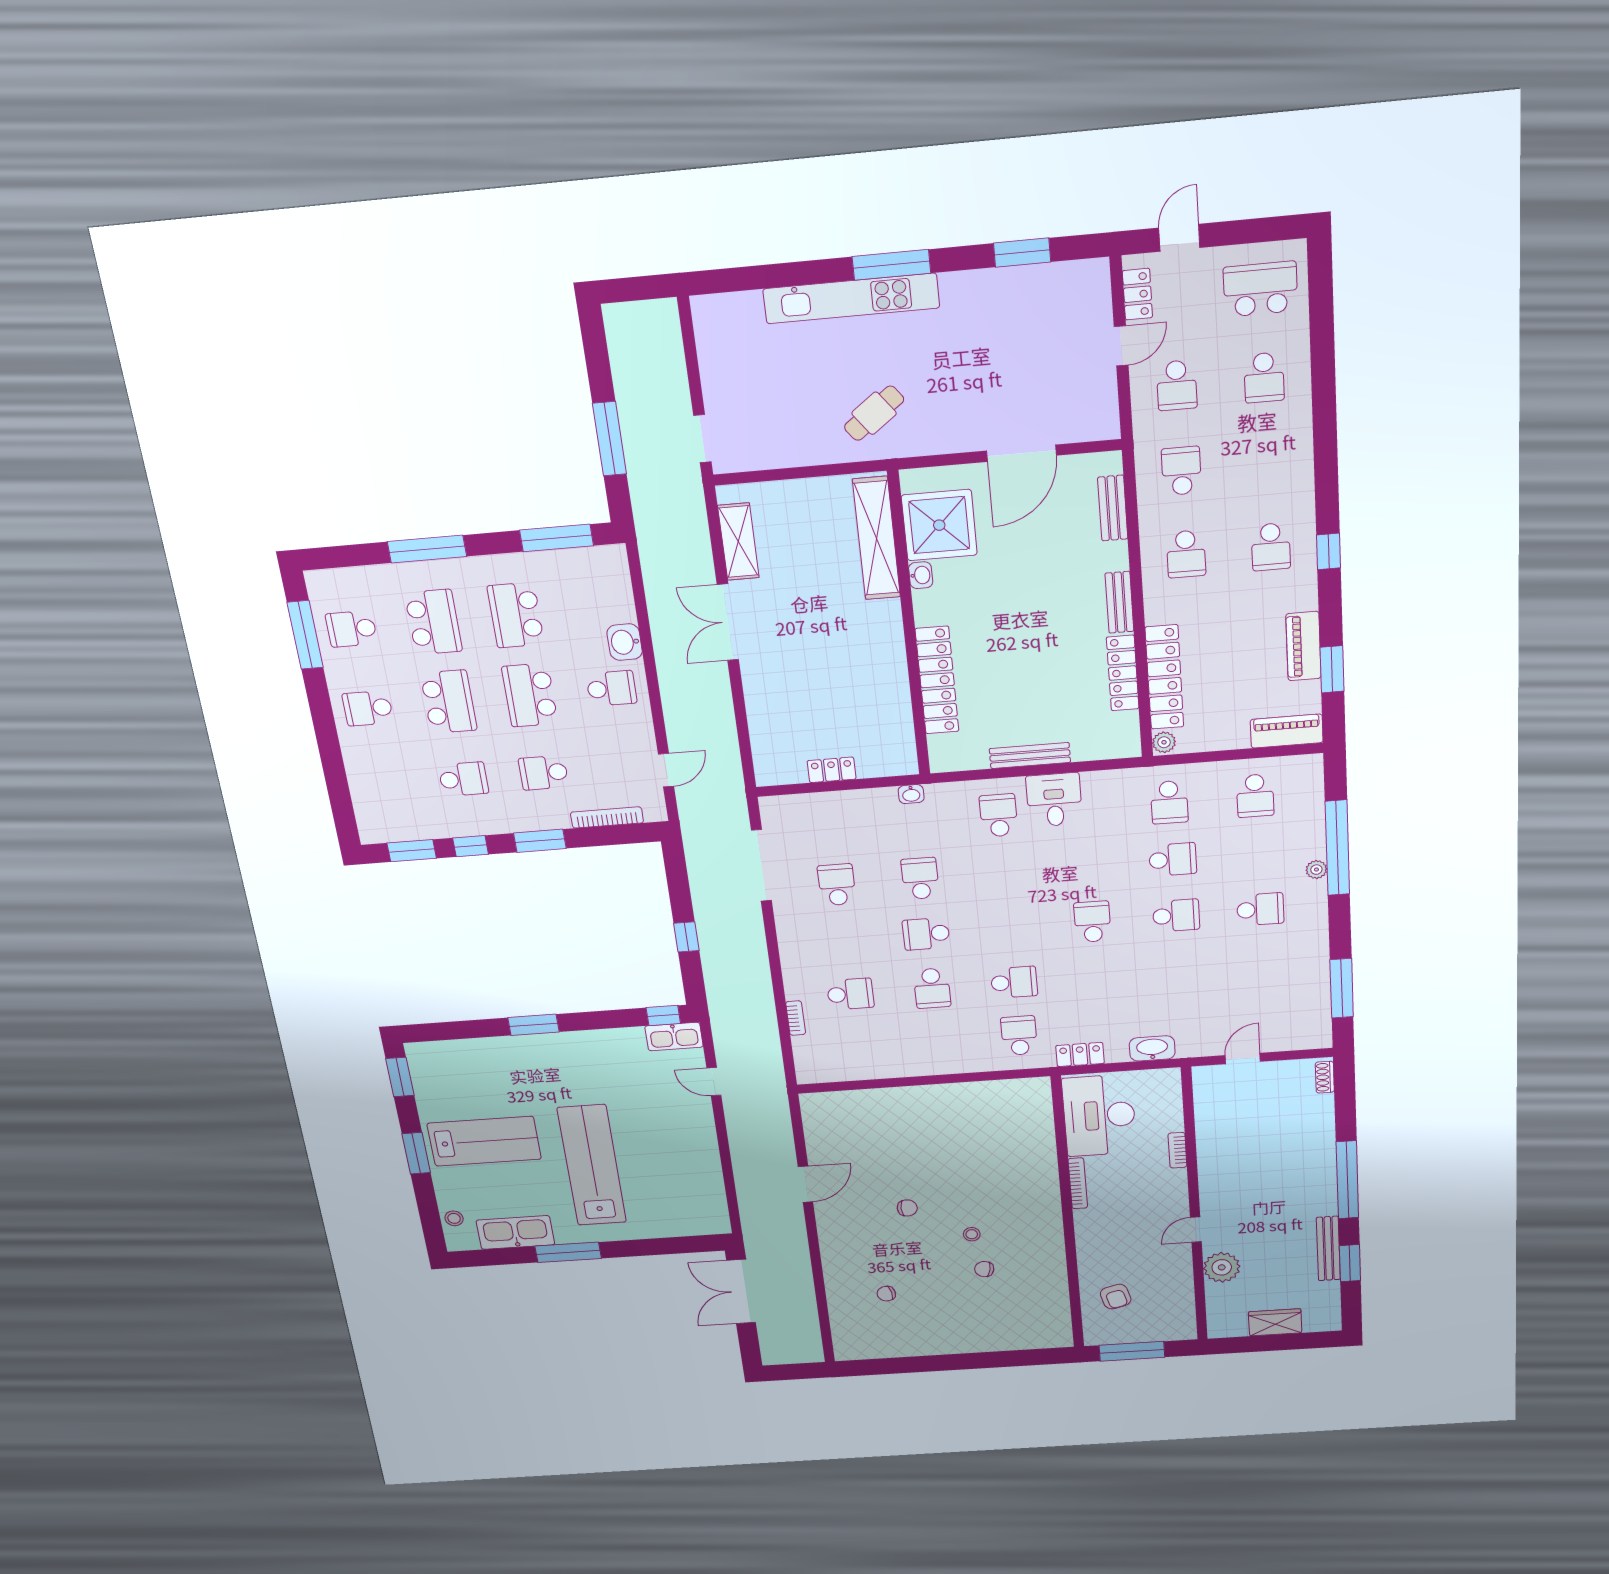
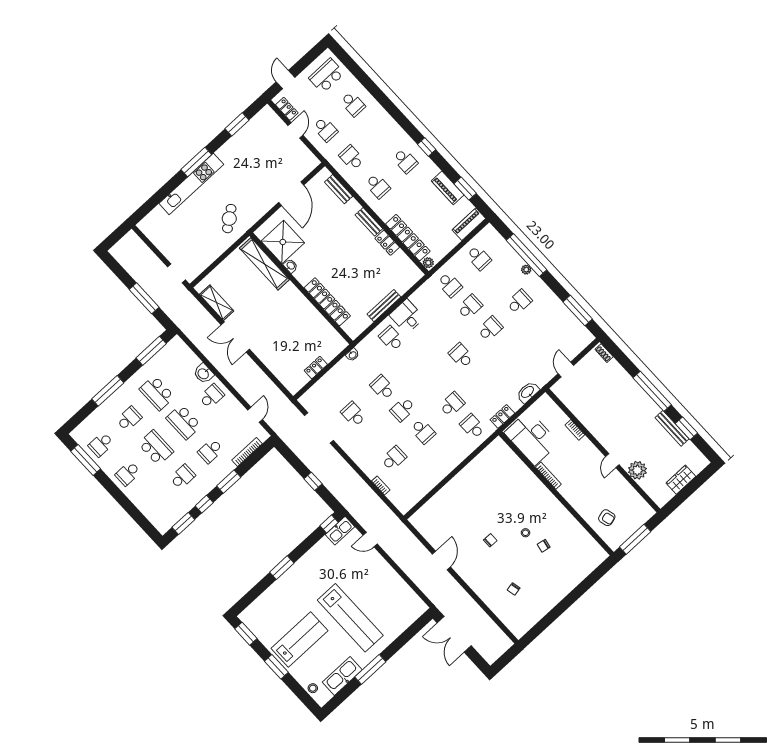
school desk: (433, 622) -> (129, 419), width x0.54
locker: (1123, 673) -> (387, 243), width x0.66
lab bench: (592, 1165) -> (350, 618), turned 180

